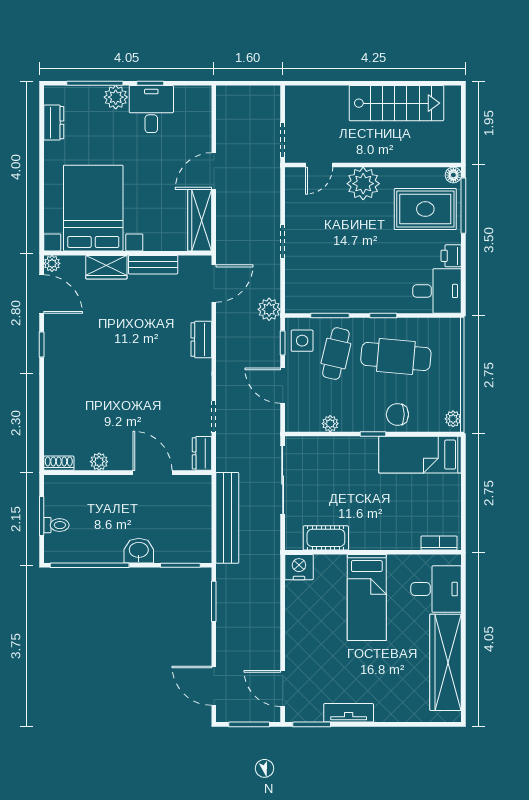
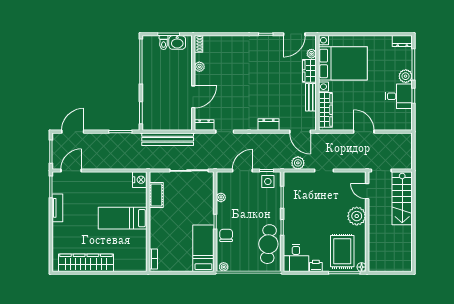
stairs: (396, 103) -> (402, 198), moved
dresser: (54, 123) -> (402, 41), moved
wardrobe: (200, 220) -> (325, 110), moved, turned 90
plant: (52, 263) -> (311, 54), moved
plant: (269, 309) -> (298, 163), moved
cafe table: (336, 354) -> (261, 201), removed
cafe table: (396, 356) -> (268, 244), moved
washbasin: (139, 551) -> (177, 42), moved, turned 90
desk: (436, 589) -> (127, 257), removed

